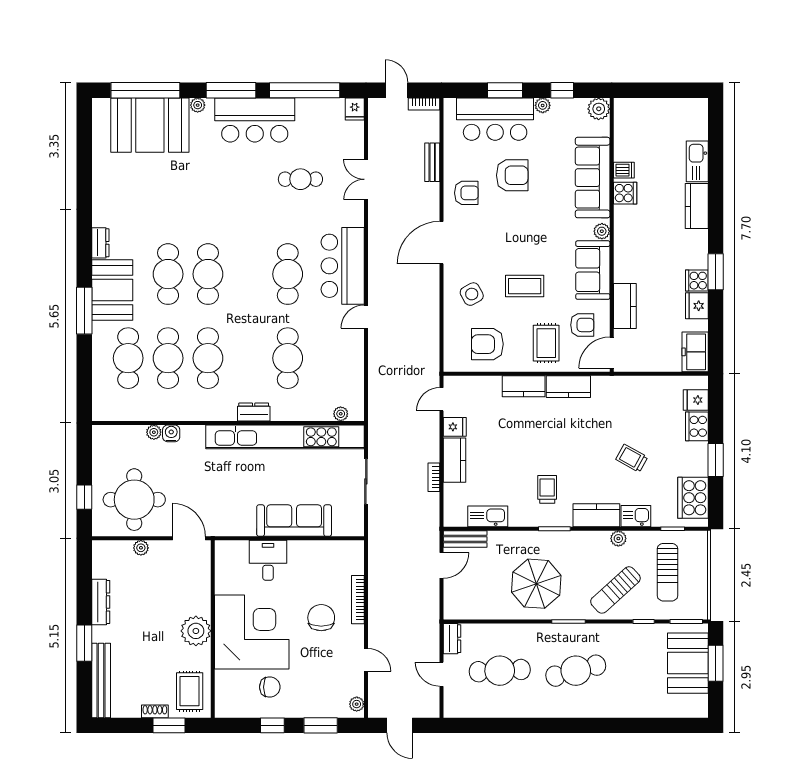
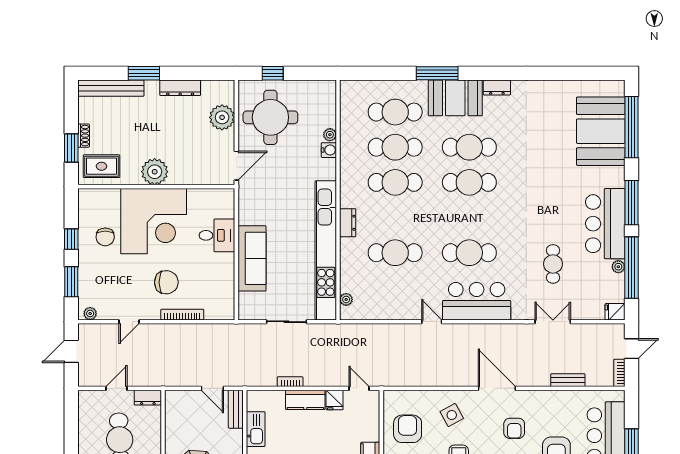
plant: (198, 105) -> (618, 267), moved
armchair: (466, 193) -> (514, 428), moved
plant: (141, 548) -> (222, 117), width x1.87, depth x1.87

